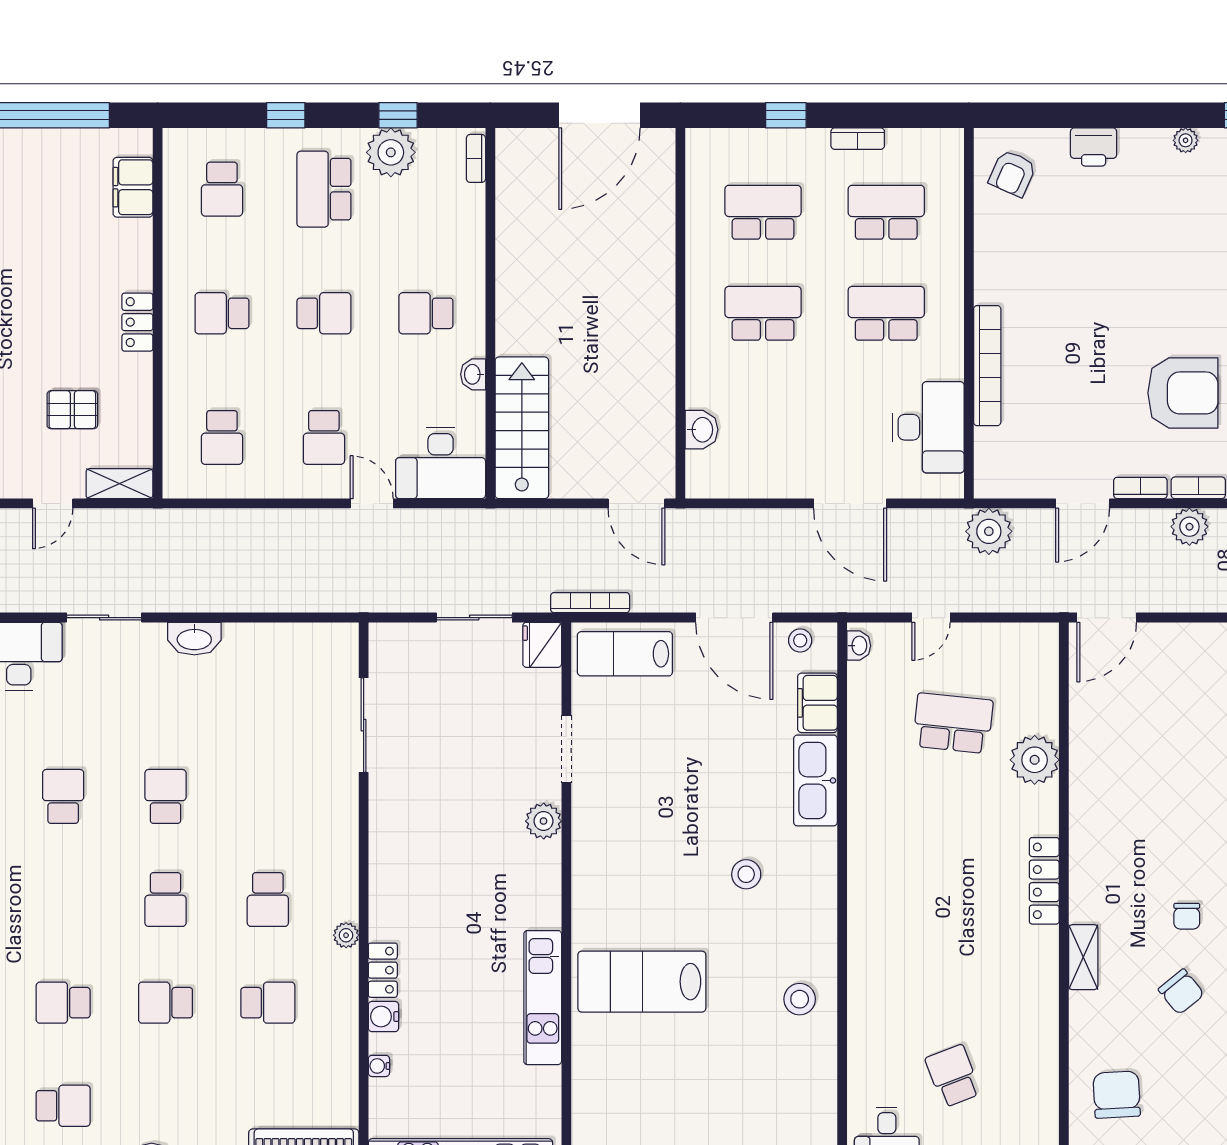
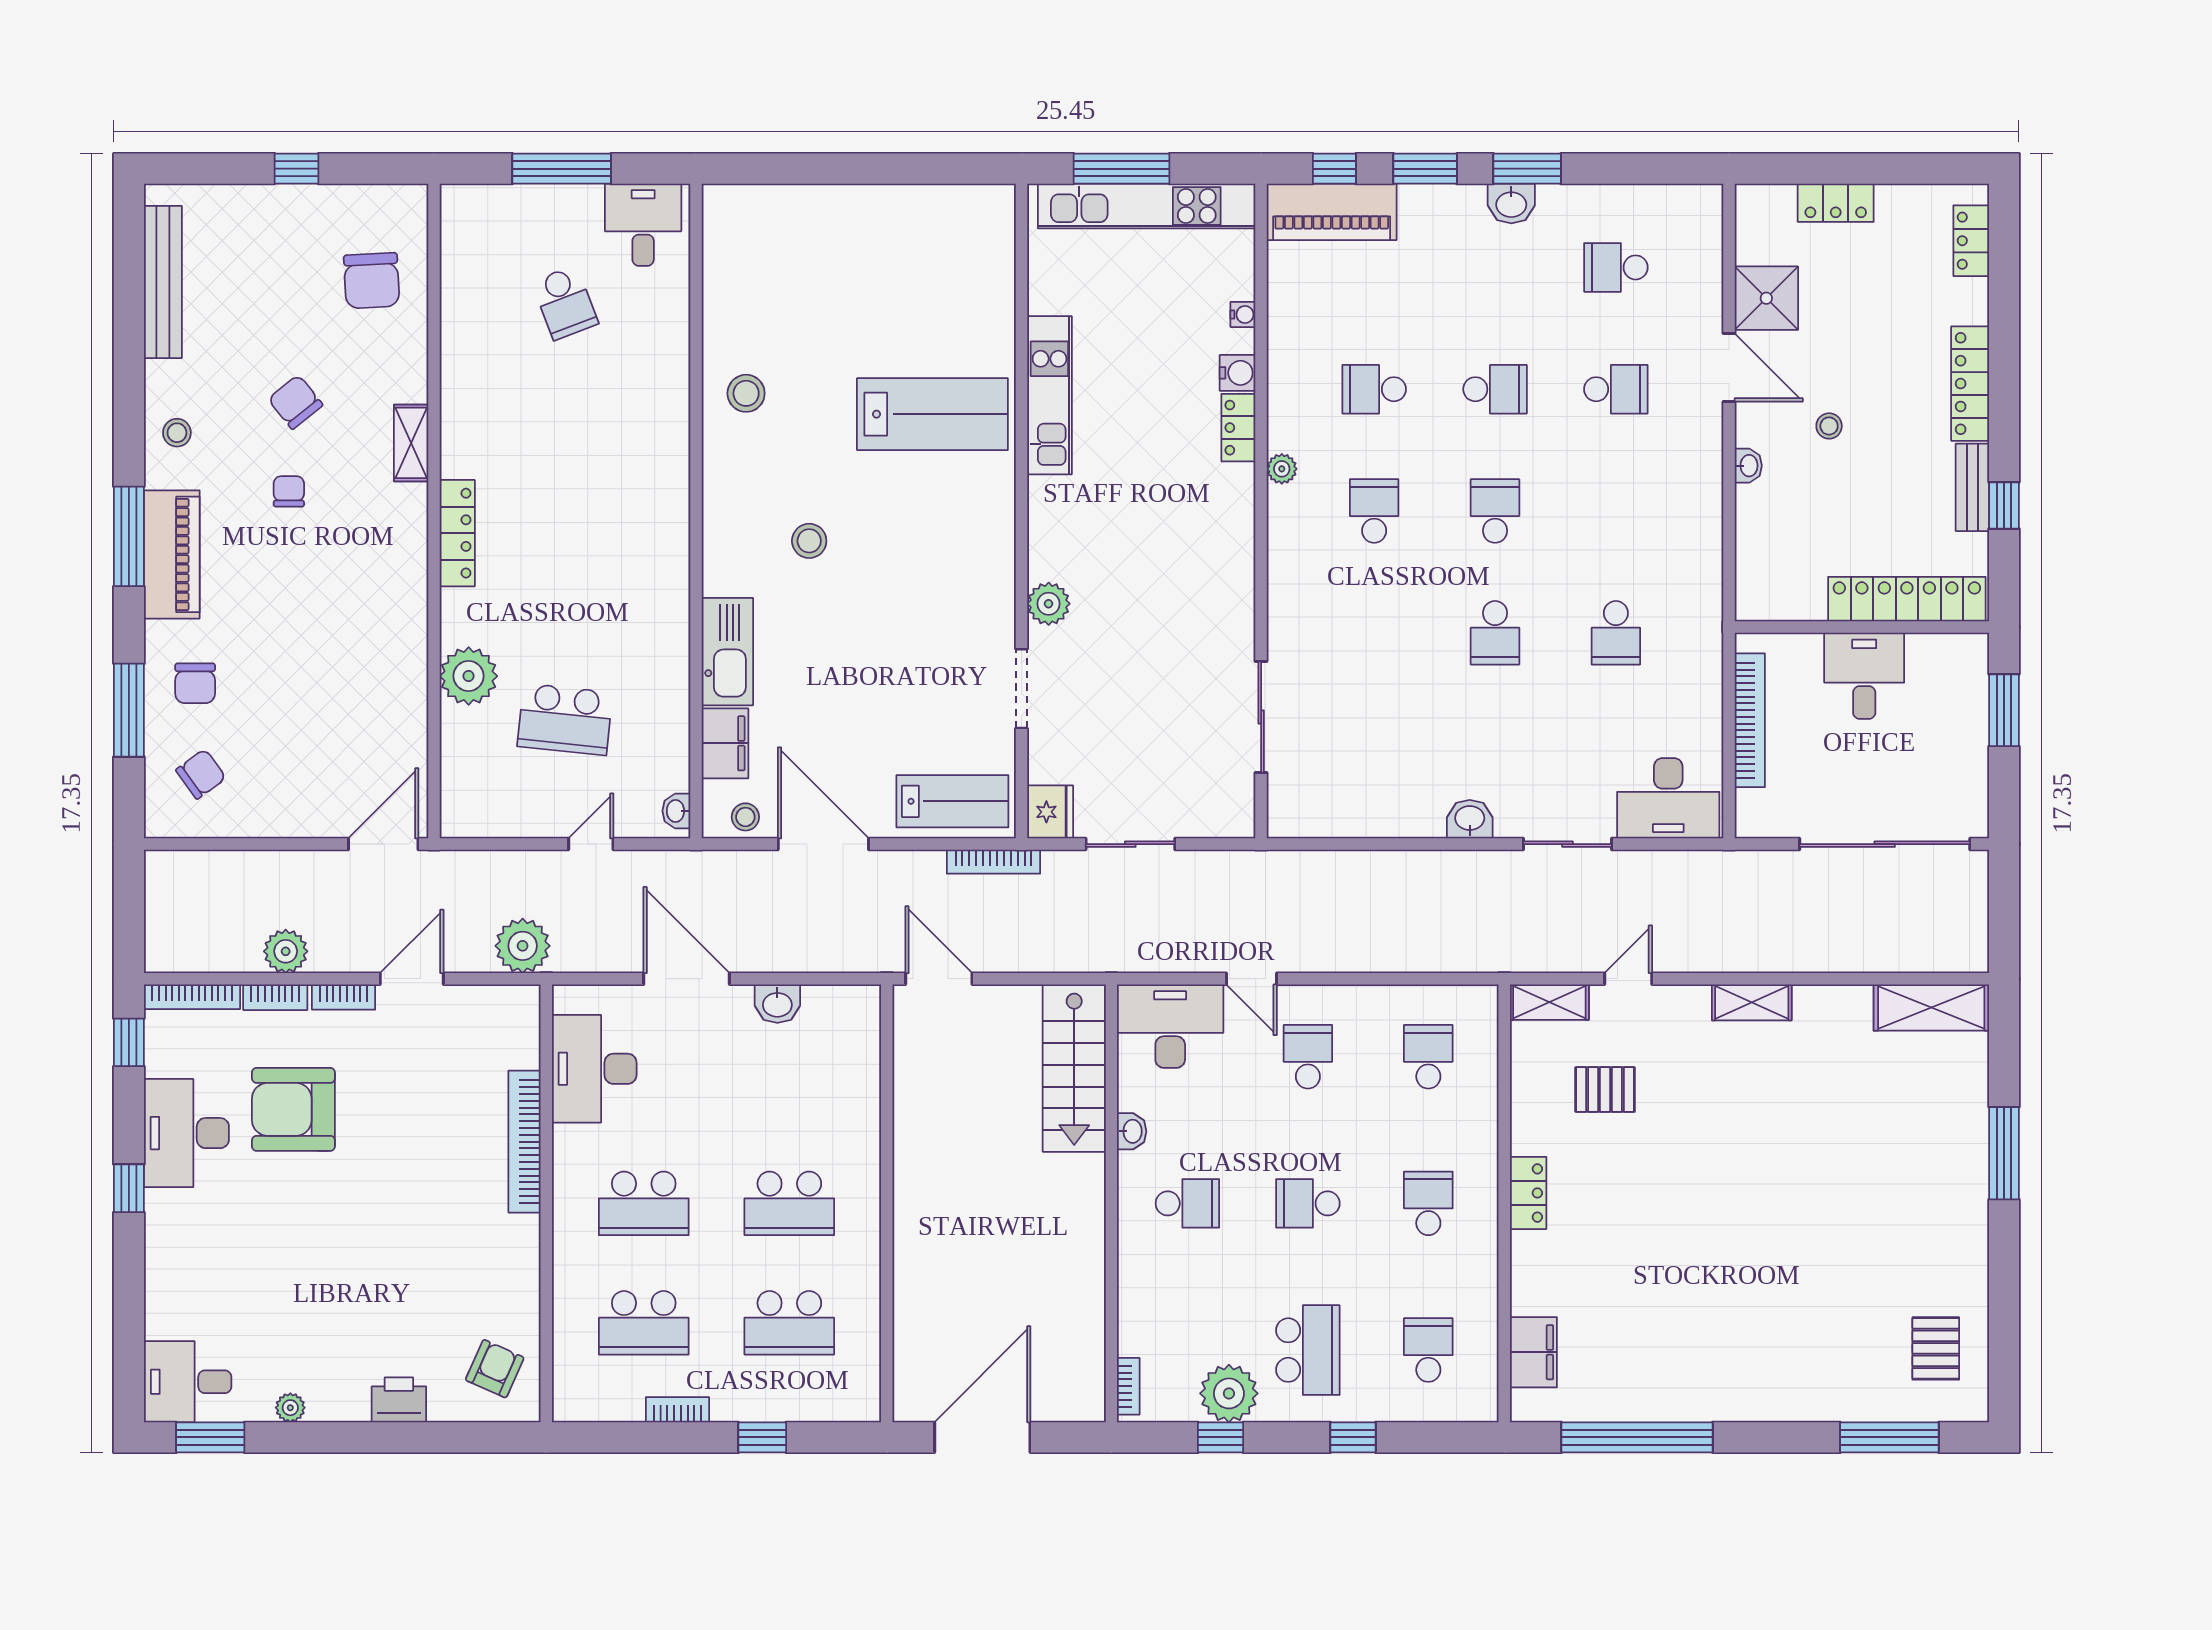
school desk: (222, 313) -> (1428, 1203), turned -90
washbasin: (701, 430) -> (777, 1004), moved, turned -90
washbasin: (194, 639) -> (1470, 819), width x0.72

